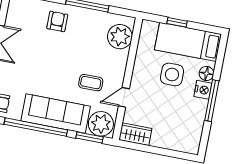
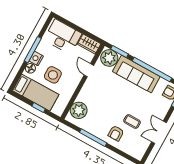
coffee table: (91, 83) -> (132, 121), moved
door: (124, 97) -> (89, 70), swing flipped
desk: (176, 133) -> (63, 37), added

